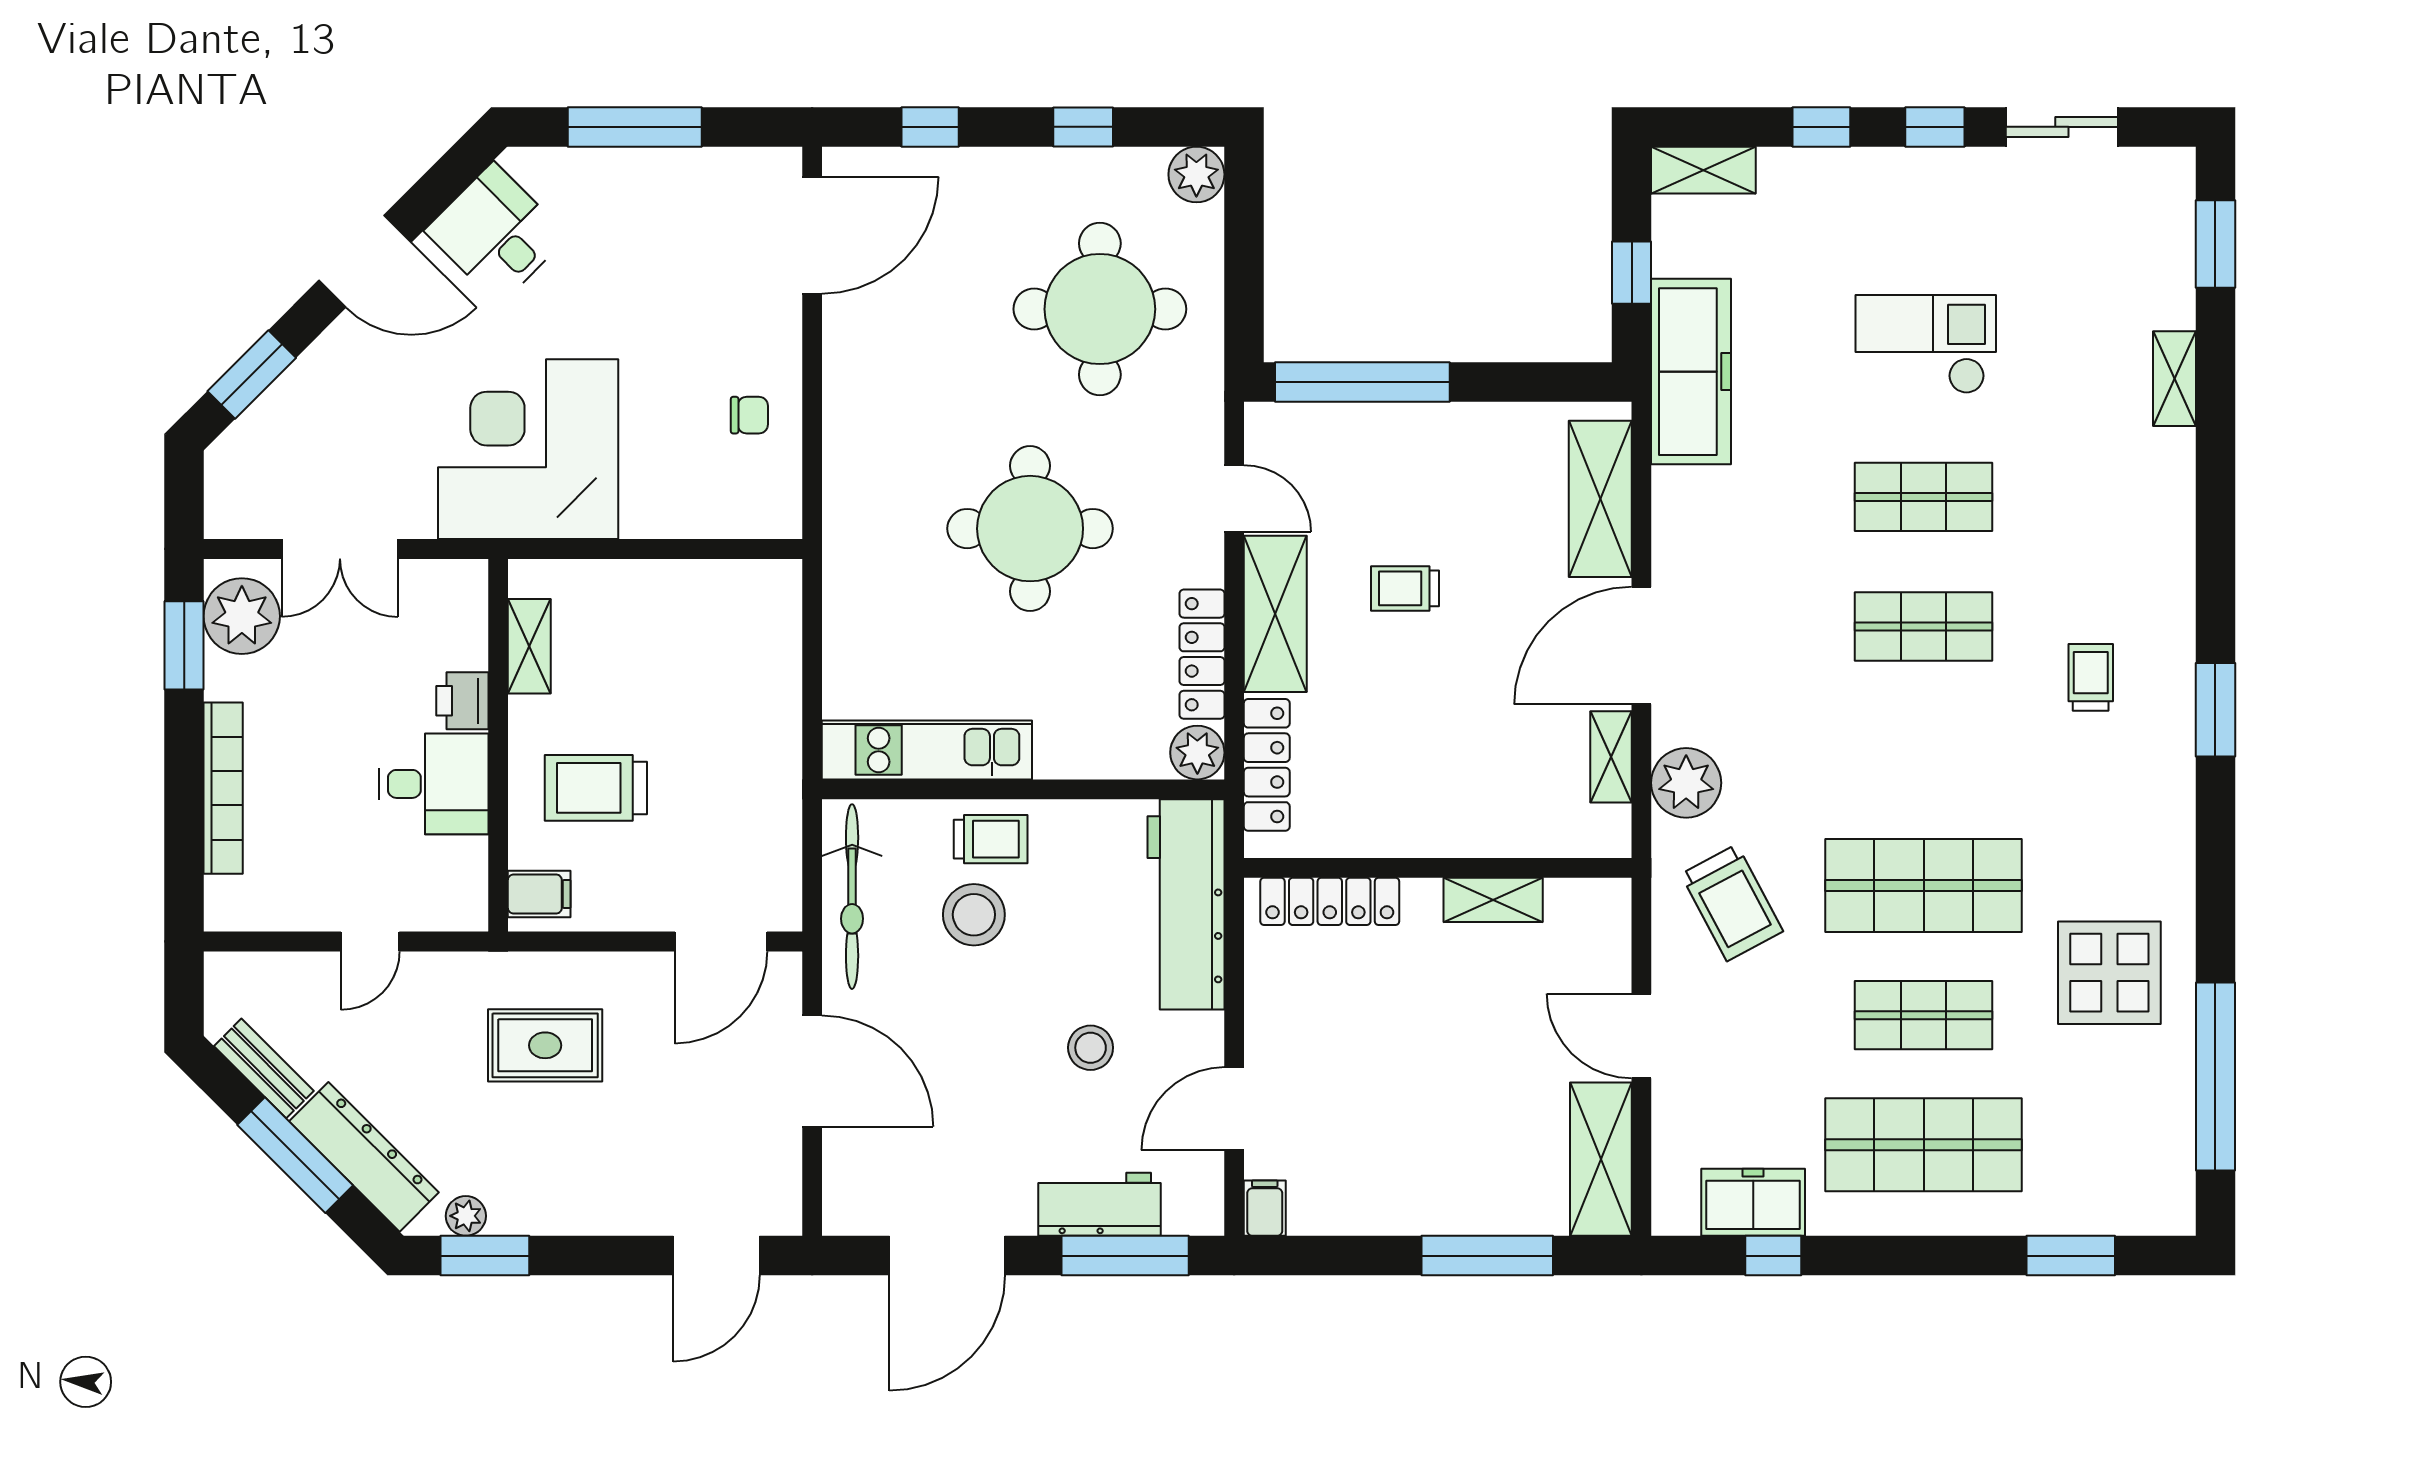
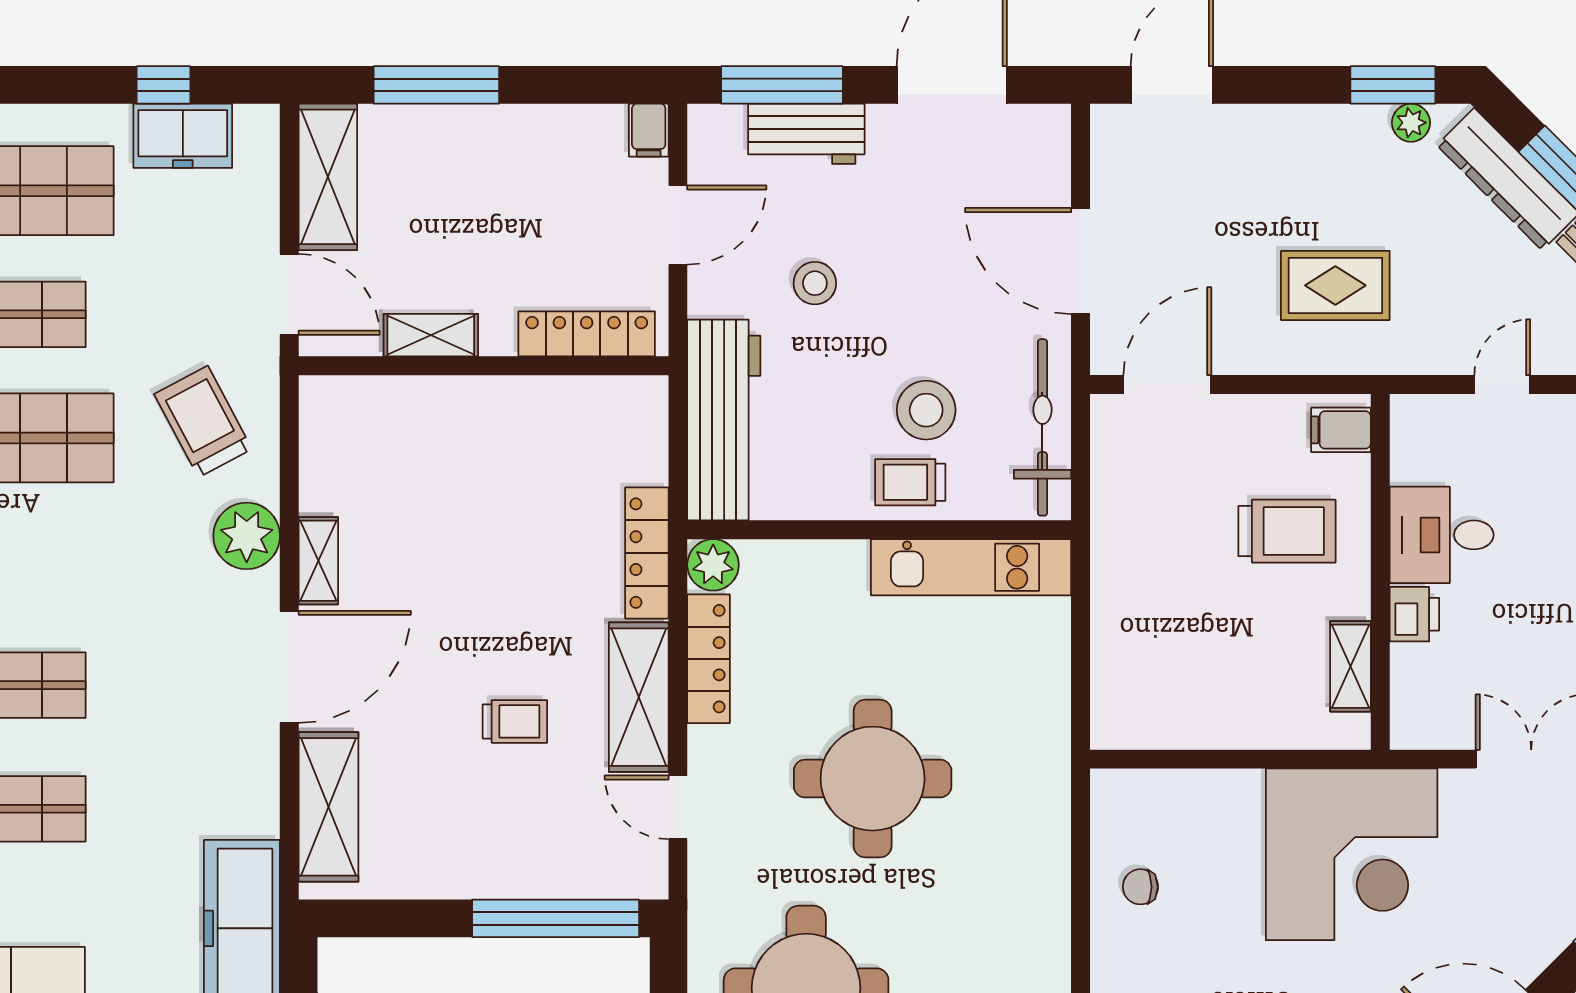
wall: (1438, 868) -> (484, 366), moved
shelving: (1493, 900) -> (431, 335), moved
locker: (1330, 901) -> (587, 334), moved

